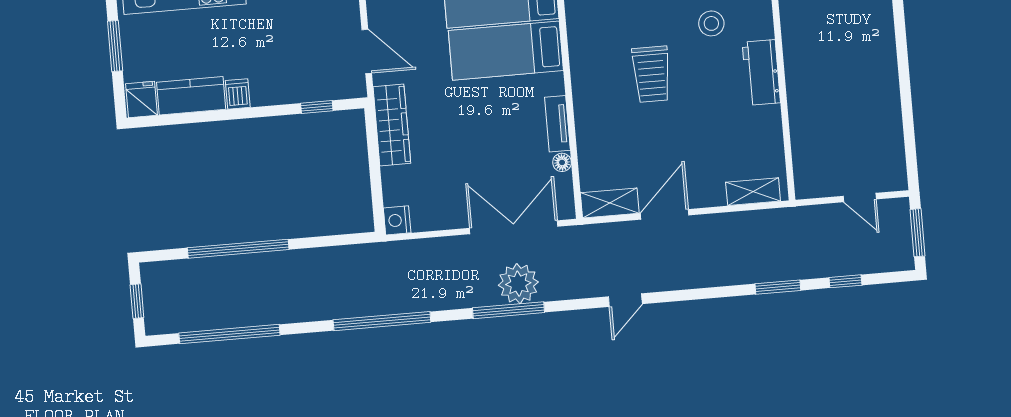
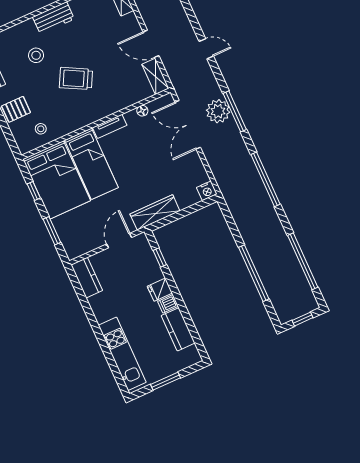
trolley: (651, 74) -> (76, 78), turned -152
fridge: (142, 99) -> (160, 290), moved
tv unit: (557, 124) -> (110, 126), moved

